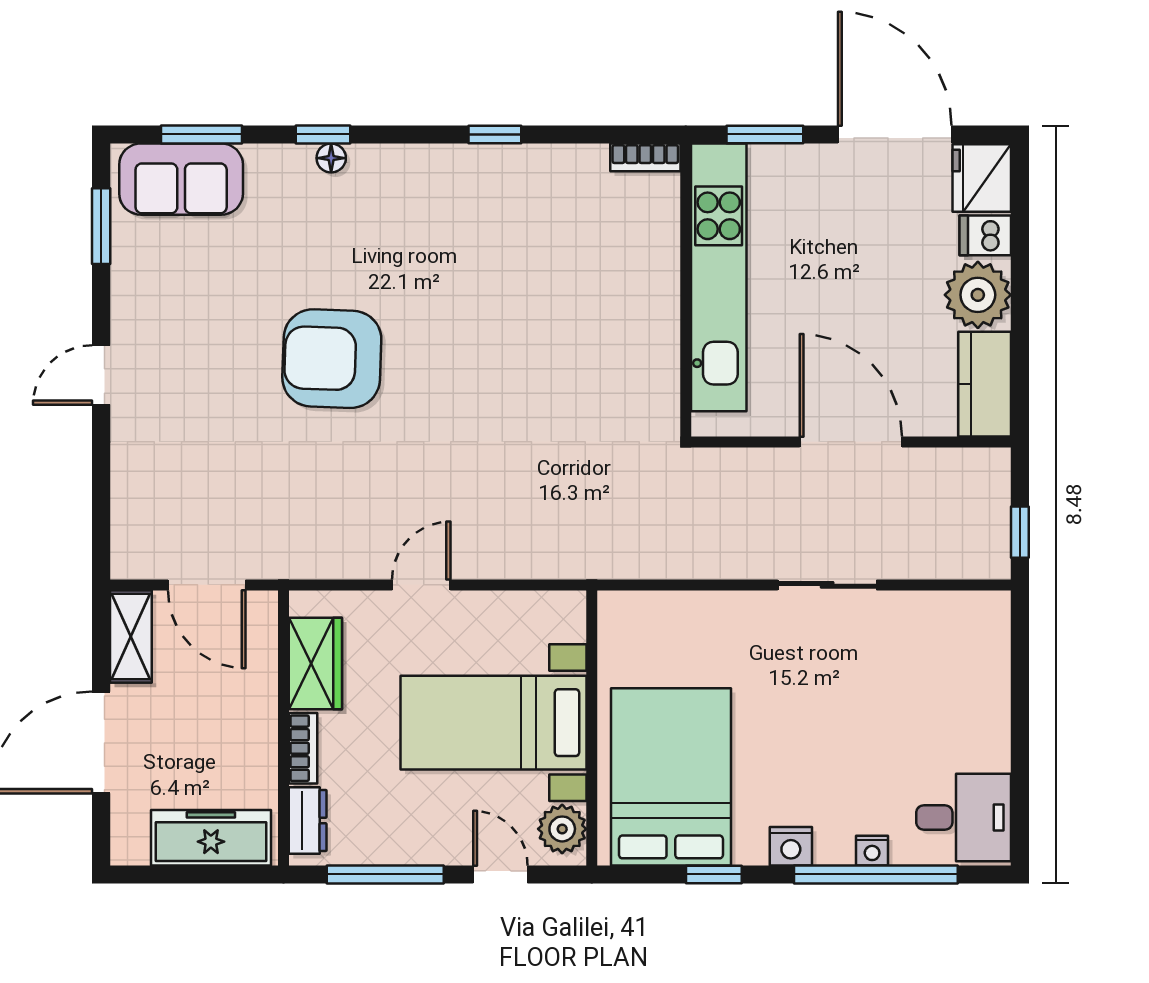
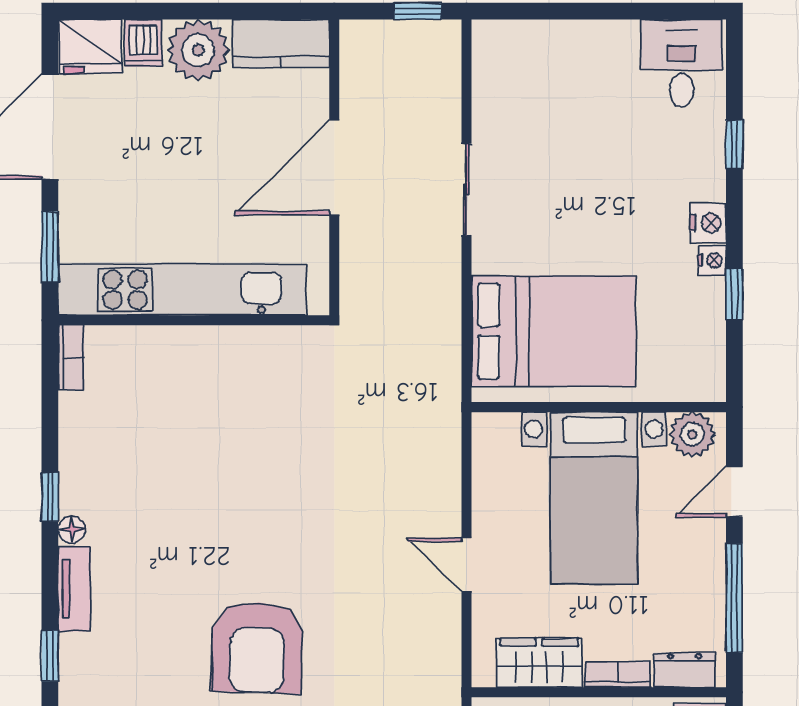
floor lamp: (331, 158) -> (72, 530), moved
tv unit: (395, 161) -> (74, 589), added
bed: (671, 777) -> (554, 331), moved, turned 180
nightstand: (872, 851) -> (712, 260), moved
window: (876, 874) -> (734, 144), width x0.32

